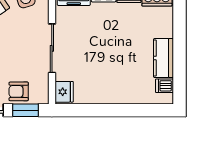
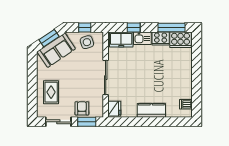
kitchen counter: (164, 58) -> (151, 110), moved, turned 90
armchair: (19, 91) -> (82, 108), turned 90

